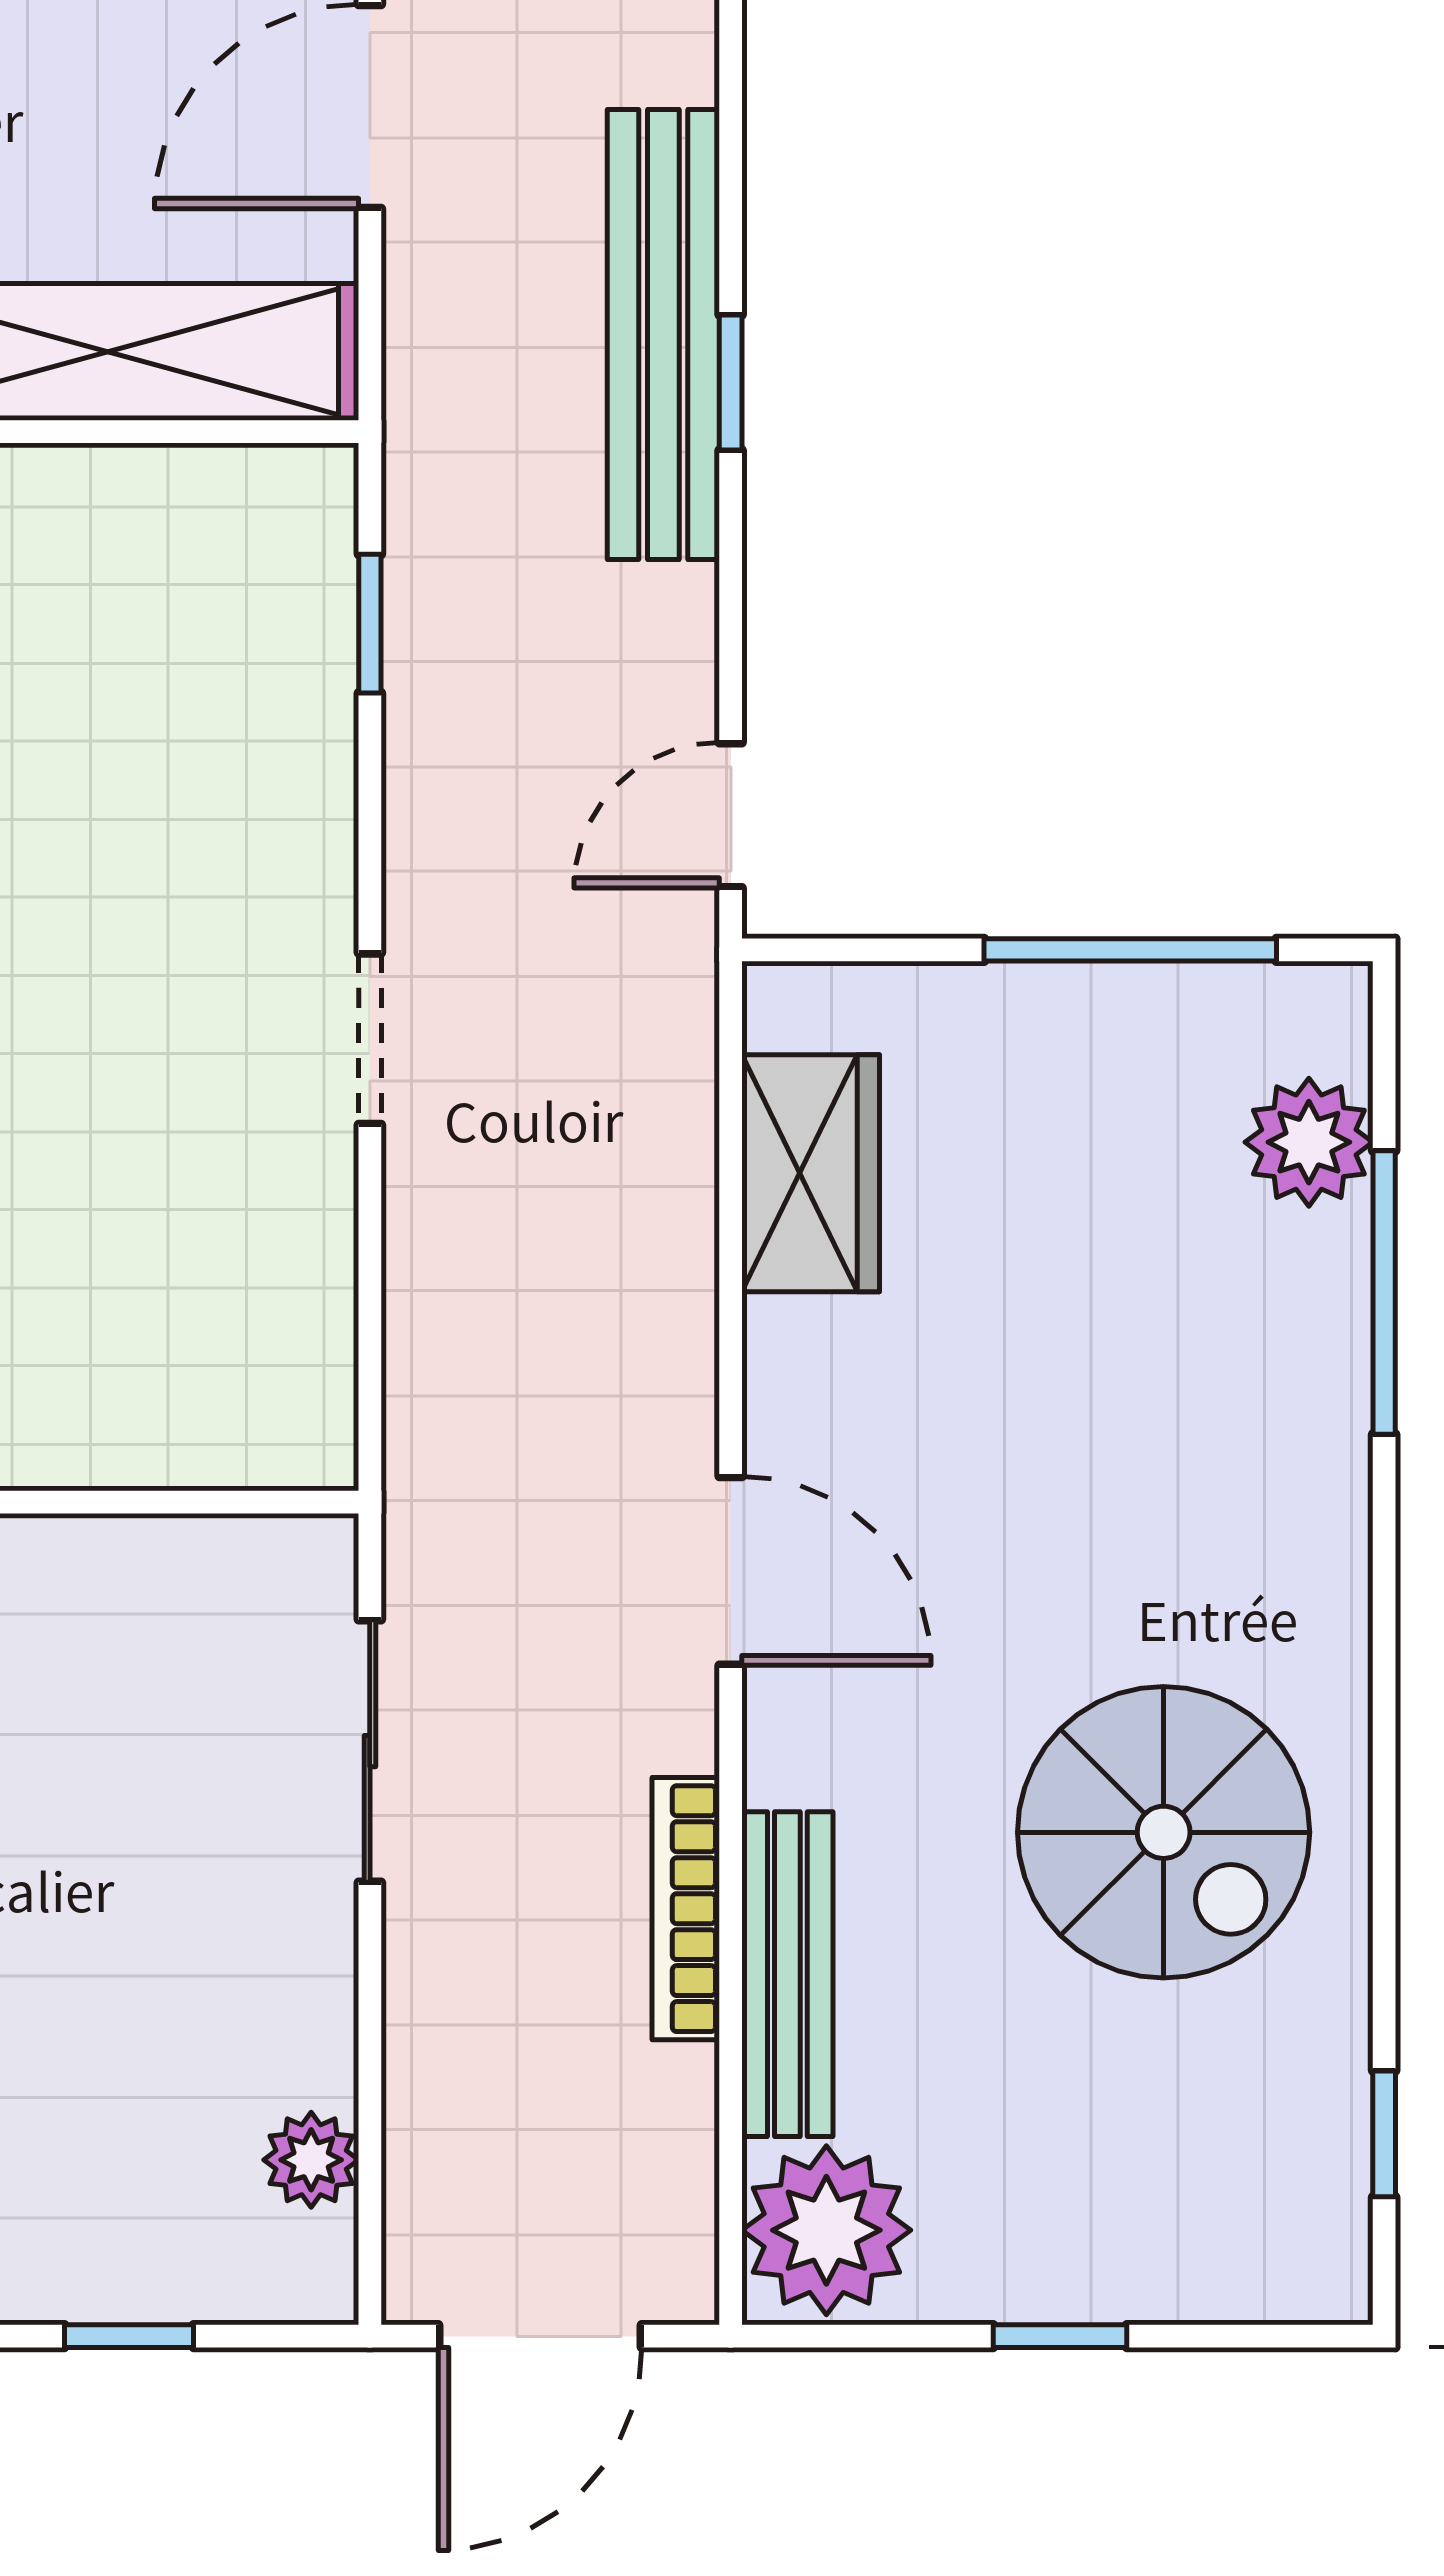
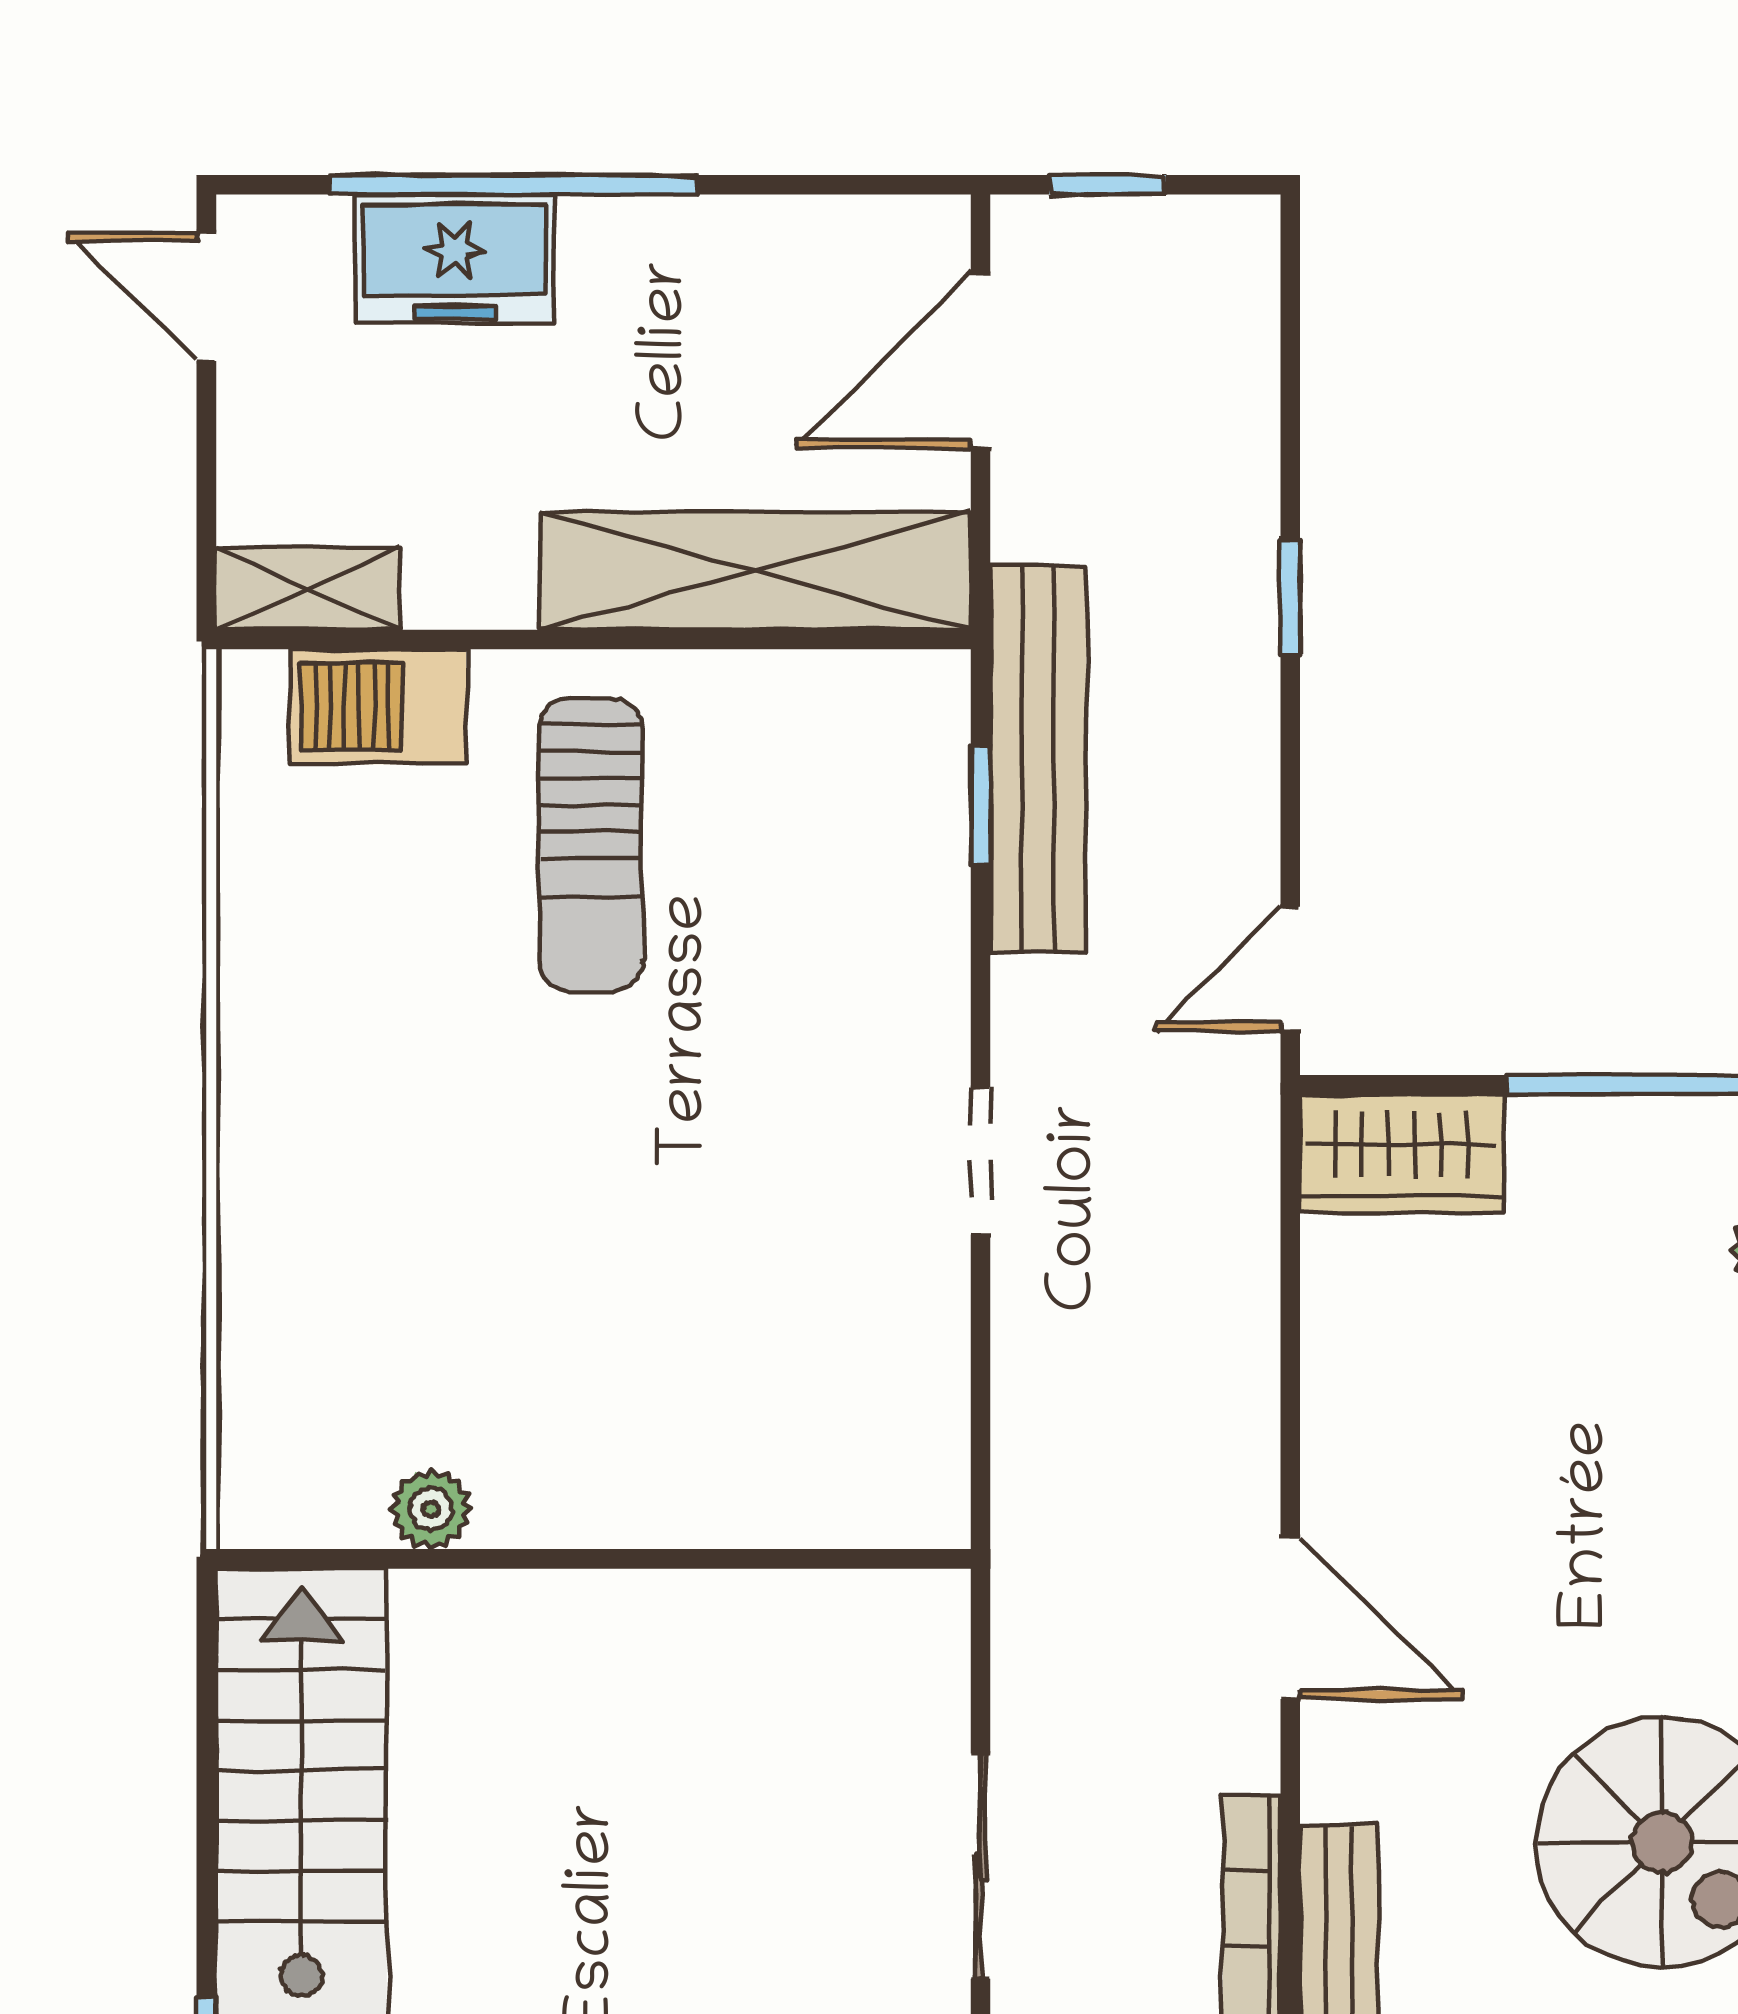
bench: (663, 335) -> (1038, 758), moved
wardrobe: (811, 1173) -> (1402, 1153), moved, turned 90
sliding door: (370, 1751) -> (981, 1866), moved

